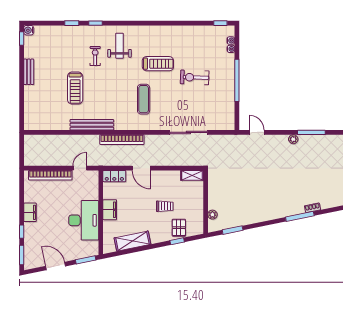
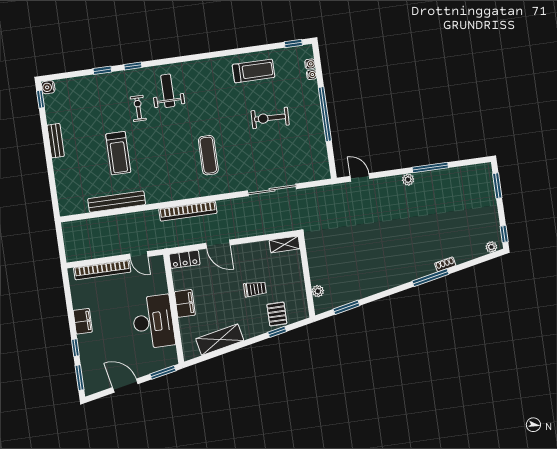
treadmill: (158, 64) -> (253, 71), moved
bench: (92, 125) -> (117, 202), moved
door: (80, 168) -> (139, 255), swing flipped

